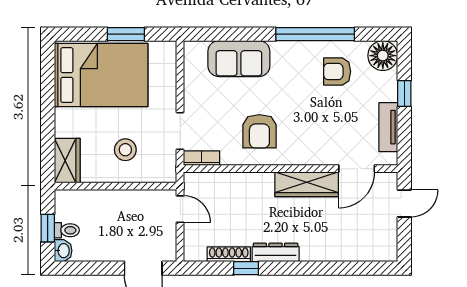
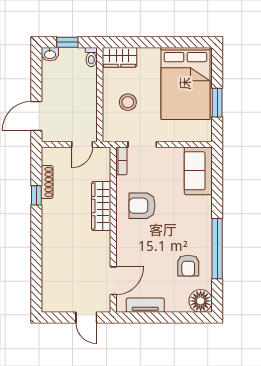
sofa: (239, 59) -> (198, 171), moved
armchair: (337, 72) -> (188, 266), turned 180
window: (404, 94) -> (171, 317), removed
door: (357, 169) -> (113, 281), swing flipped
wardrobe: (307, 184) -> (101, 206), moved
toilet: (67, 230) -> (91, 57), moved
dresser: (276, 252) -> (49, 218), removed

